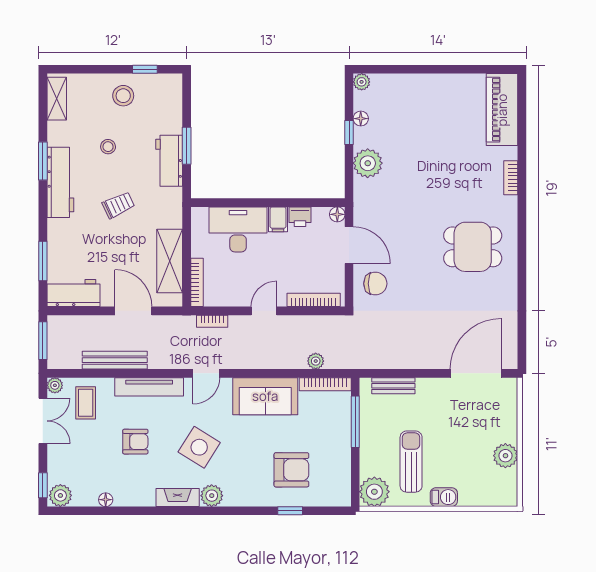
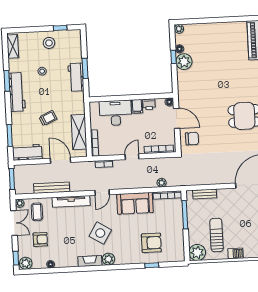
plant: (368, 163) -> (184, 62), moved
trolley: (118, 205) -> (48, 118), moved
armchair: (135, 442) -> (40, 239), moved

